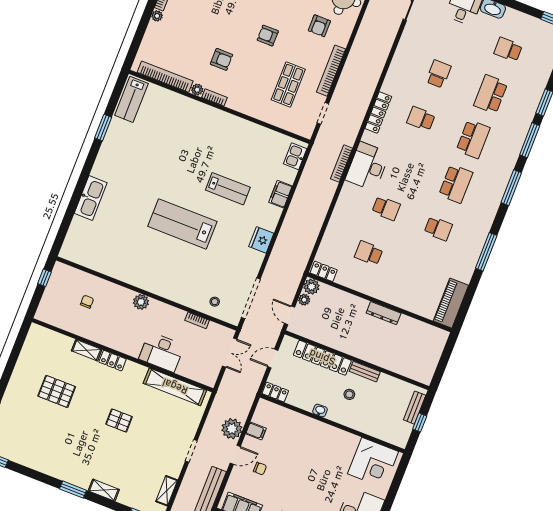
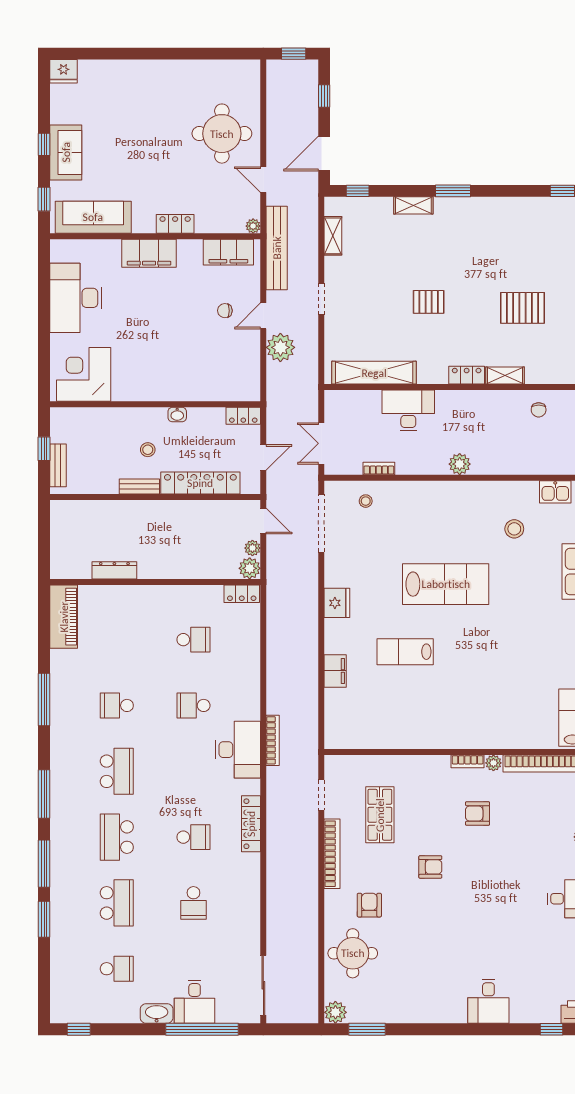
kitchen sink: (295, 156) -> (555, 492), moved, turned 90
school desk: (456, 184) -> (117, 771), turned 180
stool: (121, 243) -> (514, 529), added
chair: (87, 302) -> (539, 410), moved
dresser: (384, 313) -> (114, 570), moved
filing cabinet: (256, 431) -> (249, 356), removed

